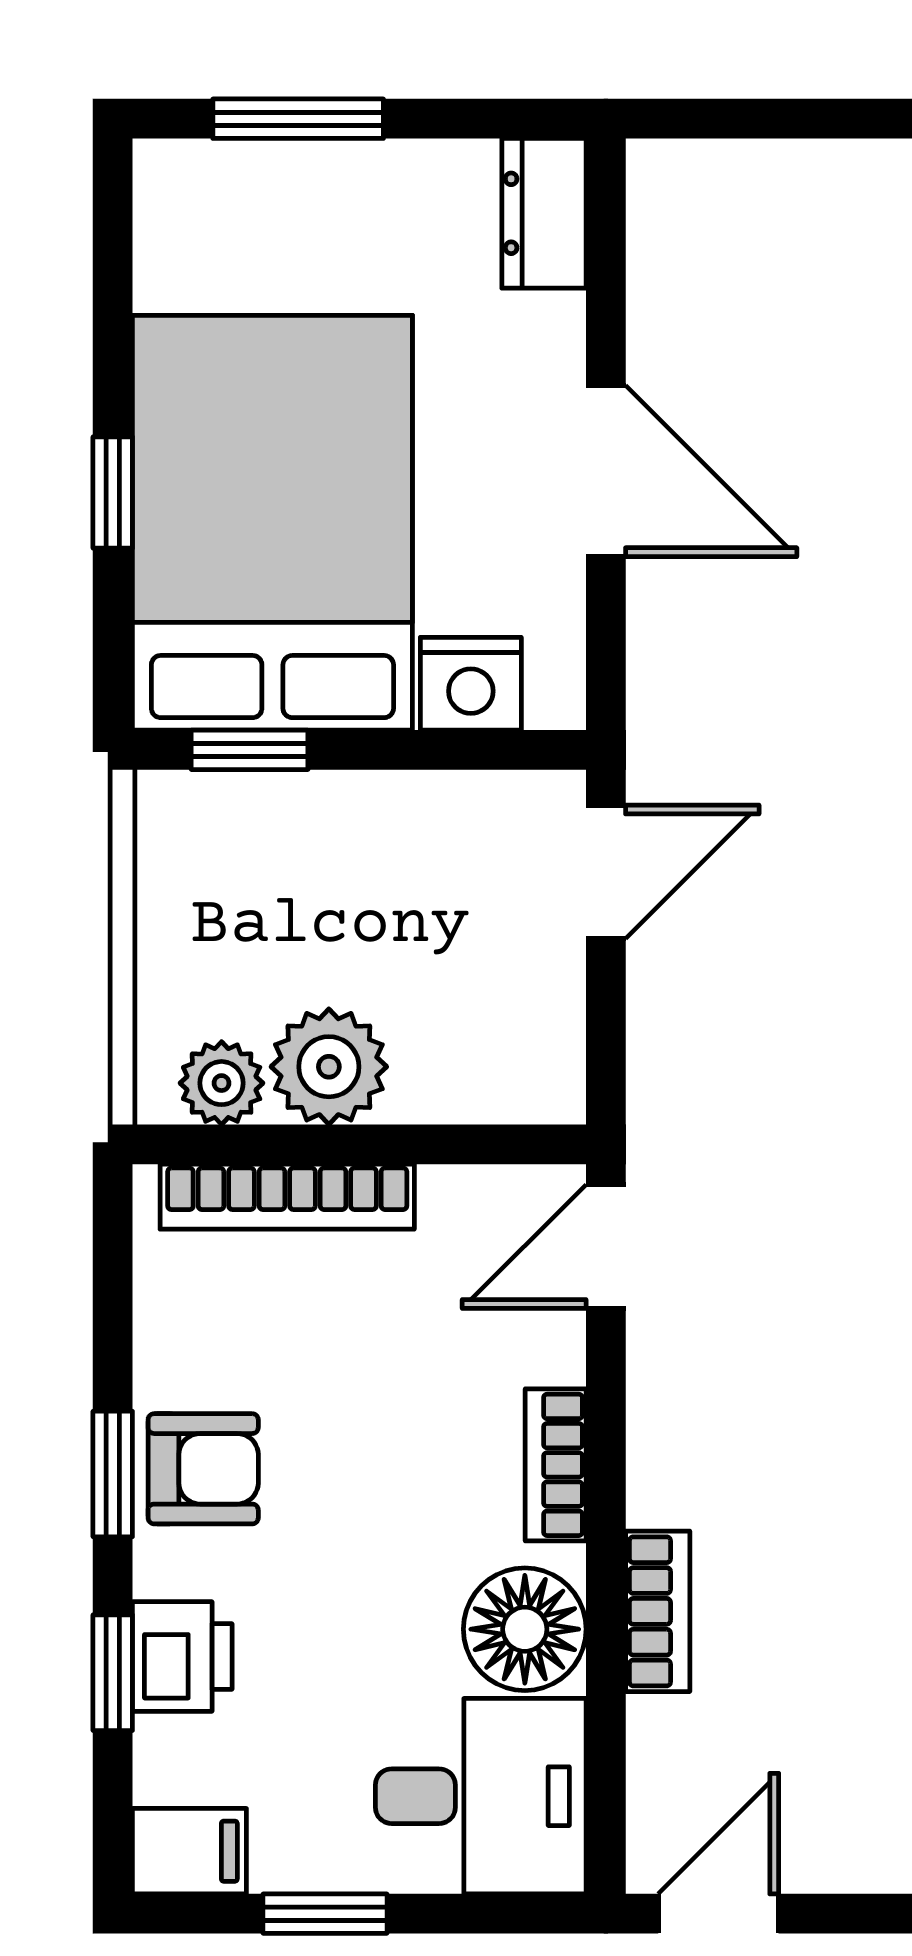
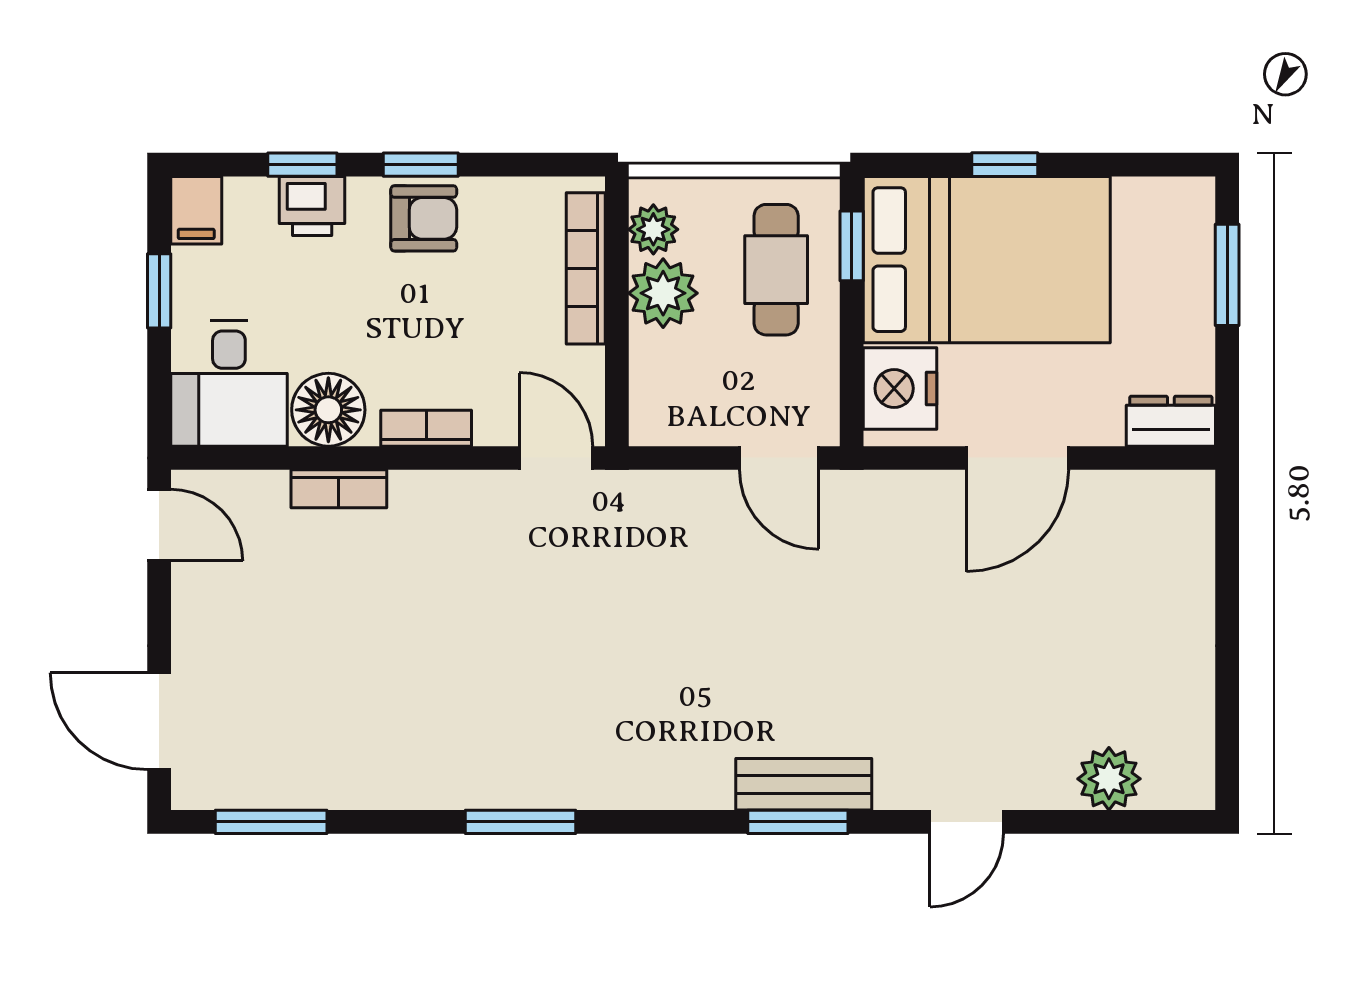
nightstand: (471, 684) -> (900, 388), width x1.36, depth x1.33
cafe table: (289, 877) -> (776, 270), added
armchair: (203, 1469) -> (424, 218), turned -90

